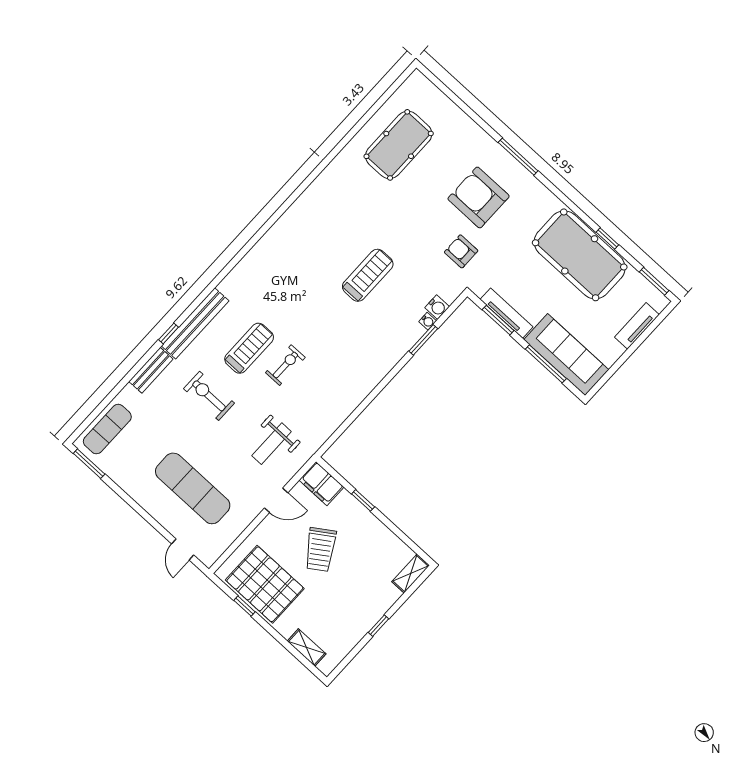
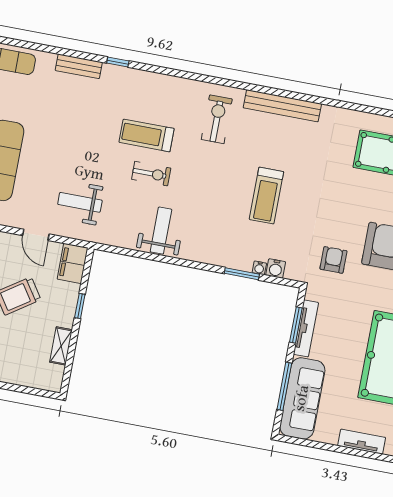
treadmill: (368, 275) -> (266, 196), turned 90
bench: (195, 323) -> (282, 106), moved
treadmill: (249, 348) -> (147, 135), turned 180
weight bench: (341, 388) -> (161, 231), added
exercise bike: (209, 396) -> (217, 119), moved
shelving: (411, 574) -> (61, 346), moved, turned 90

